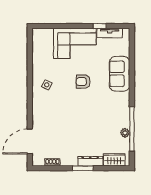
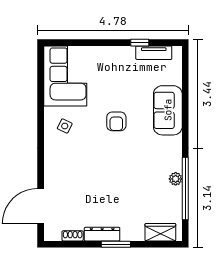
corner sofa: (75, 43) -> (65, 76), moved, turned -90
armchair: (83, 82) -> (116, 121), turned -90
plant: (125, 133) -> (176, 179), moved
dresser: (90, 161) -> (102, 234), moved

